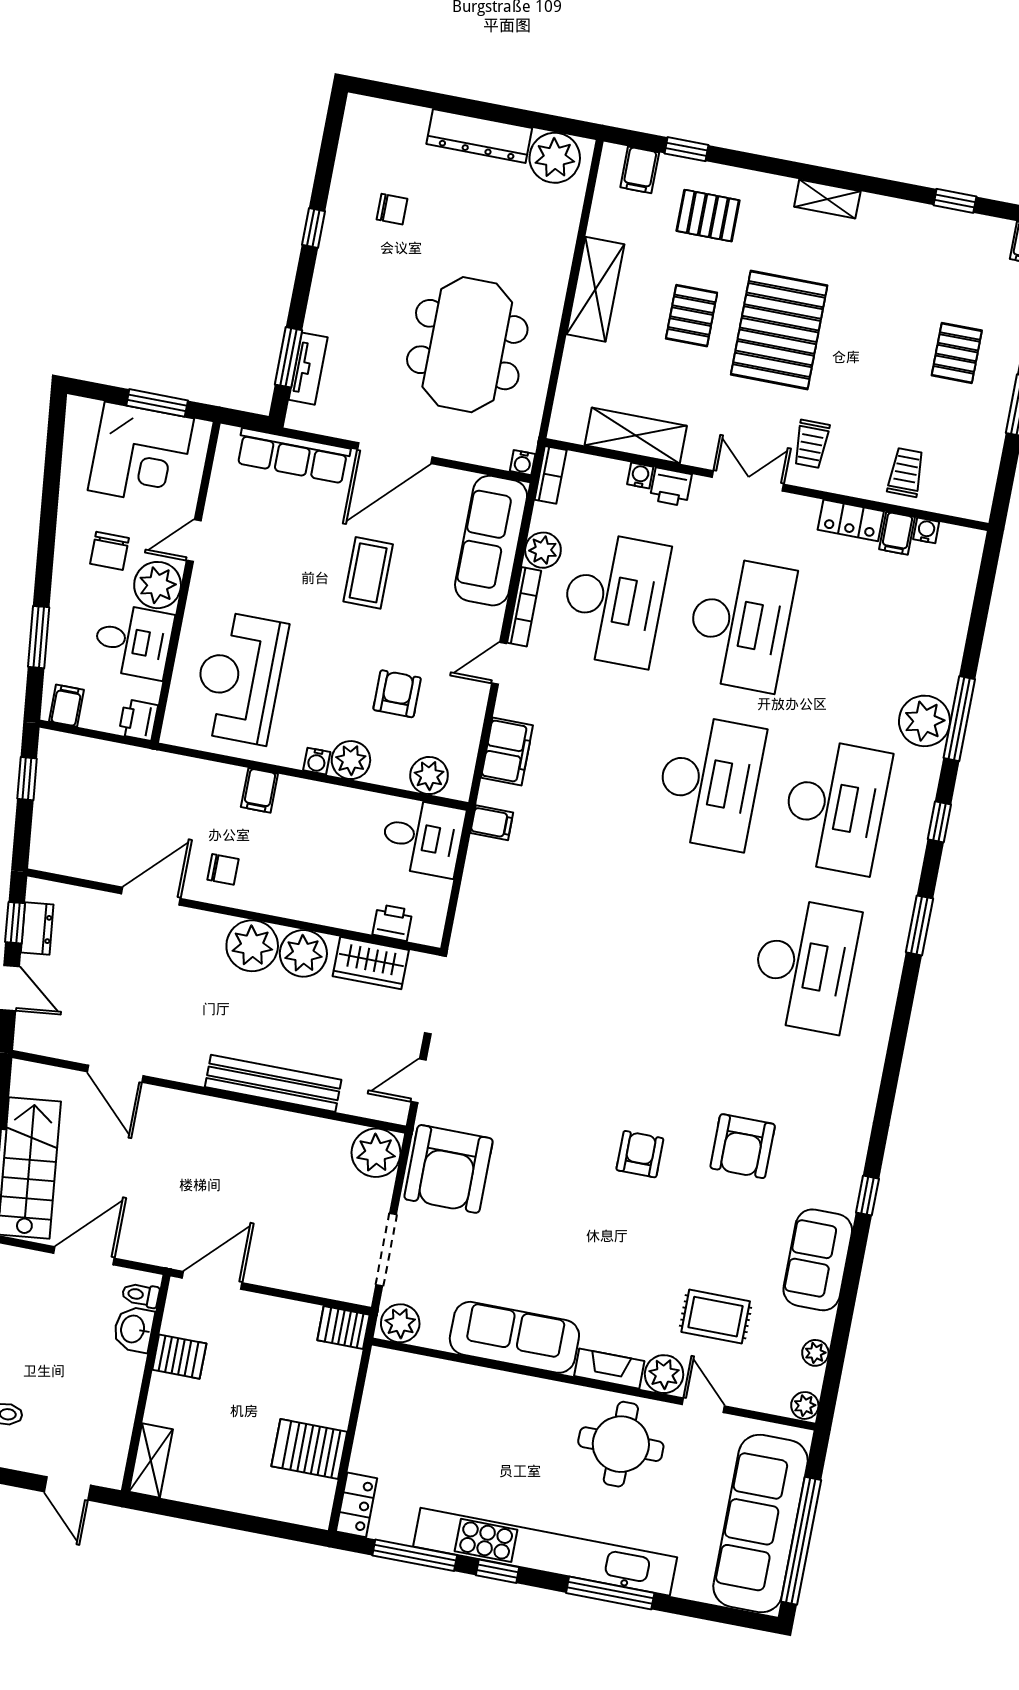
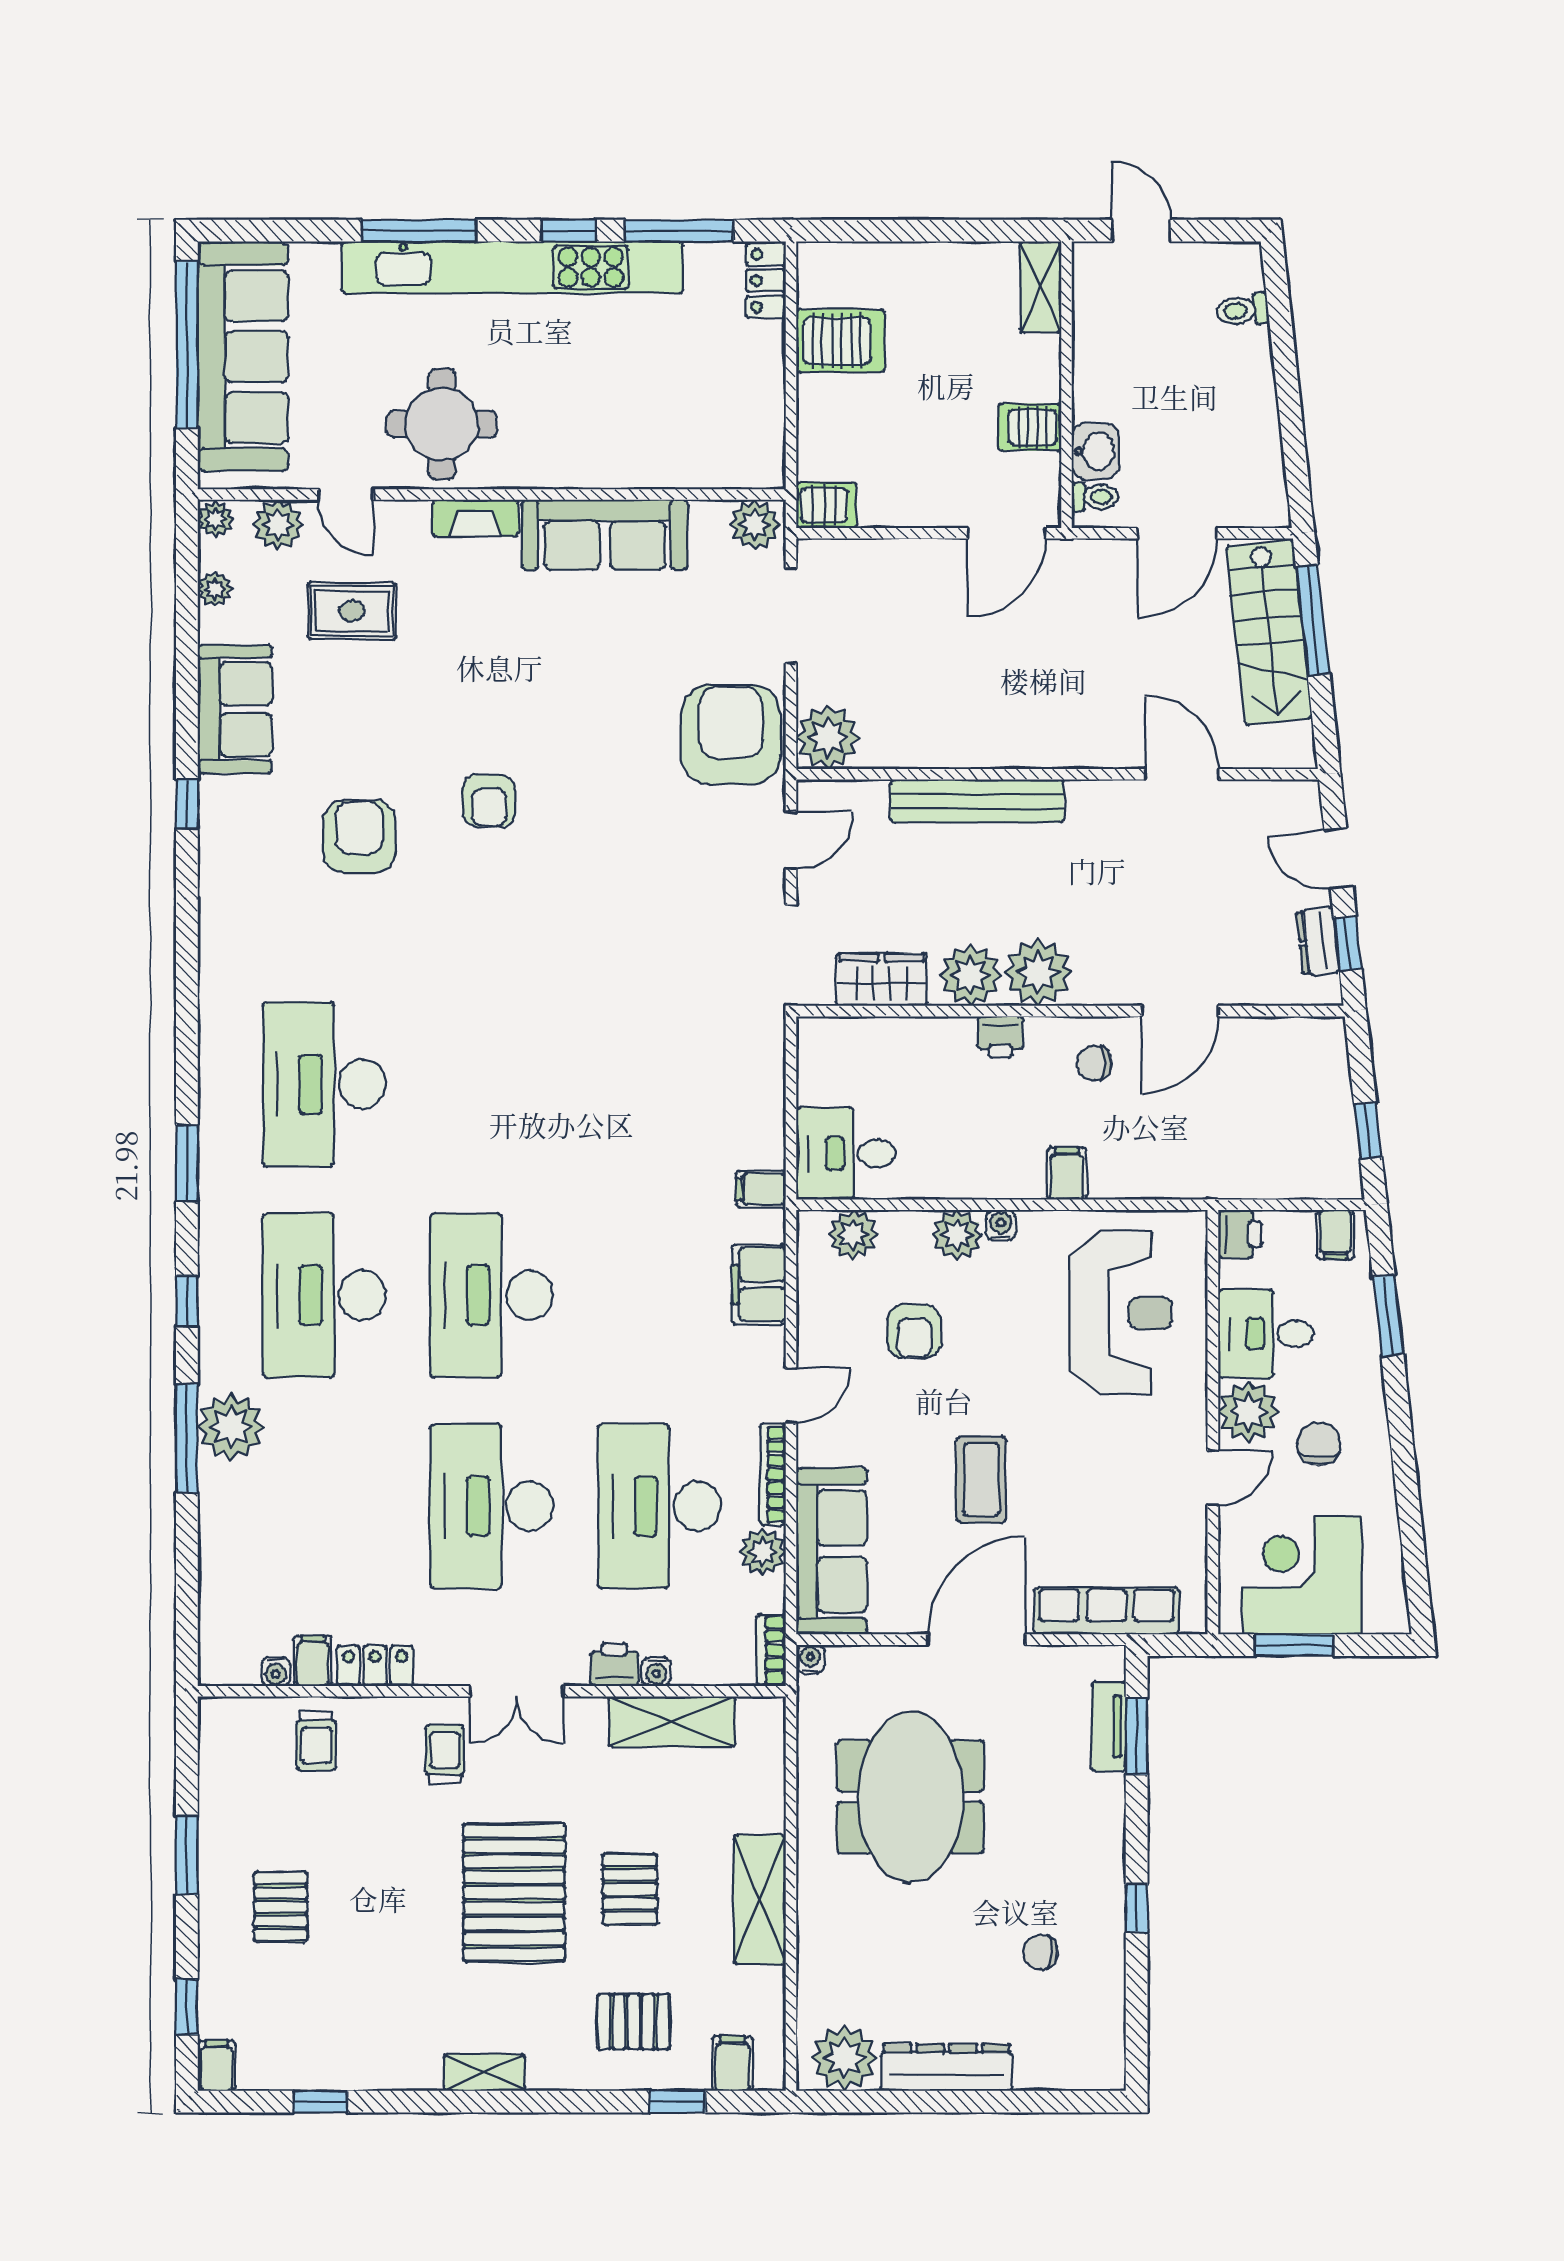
printer: (392, 922) -> (1000, 1037), moved
plant: (664, 1374) -> (278, 525), moved

